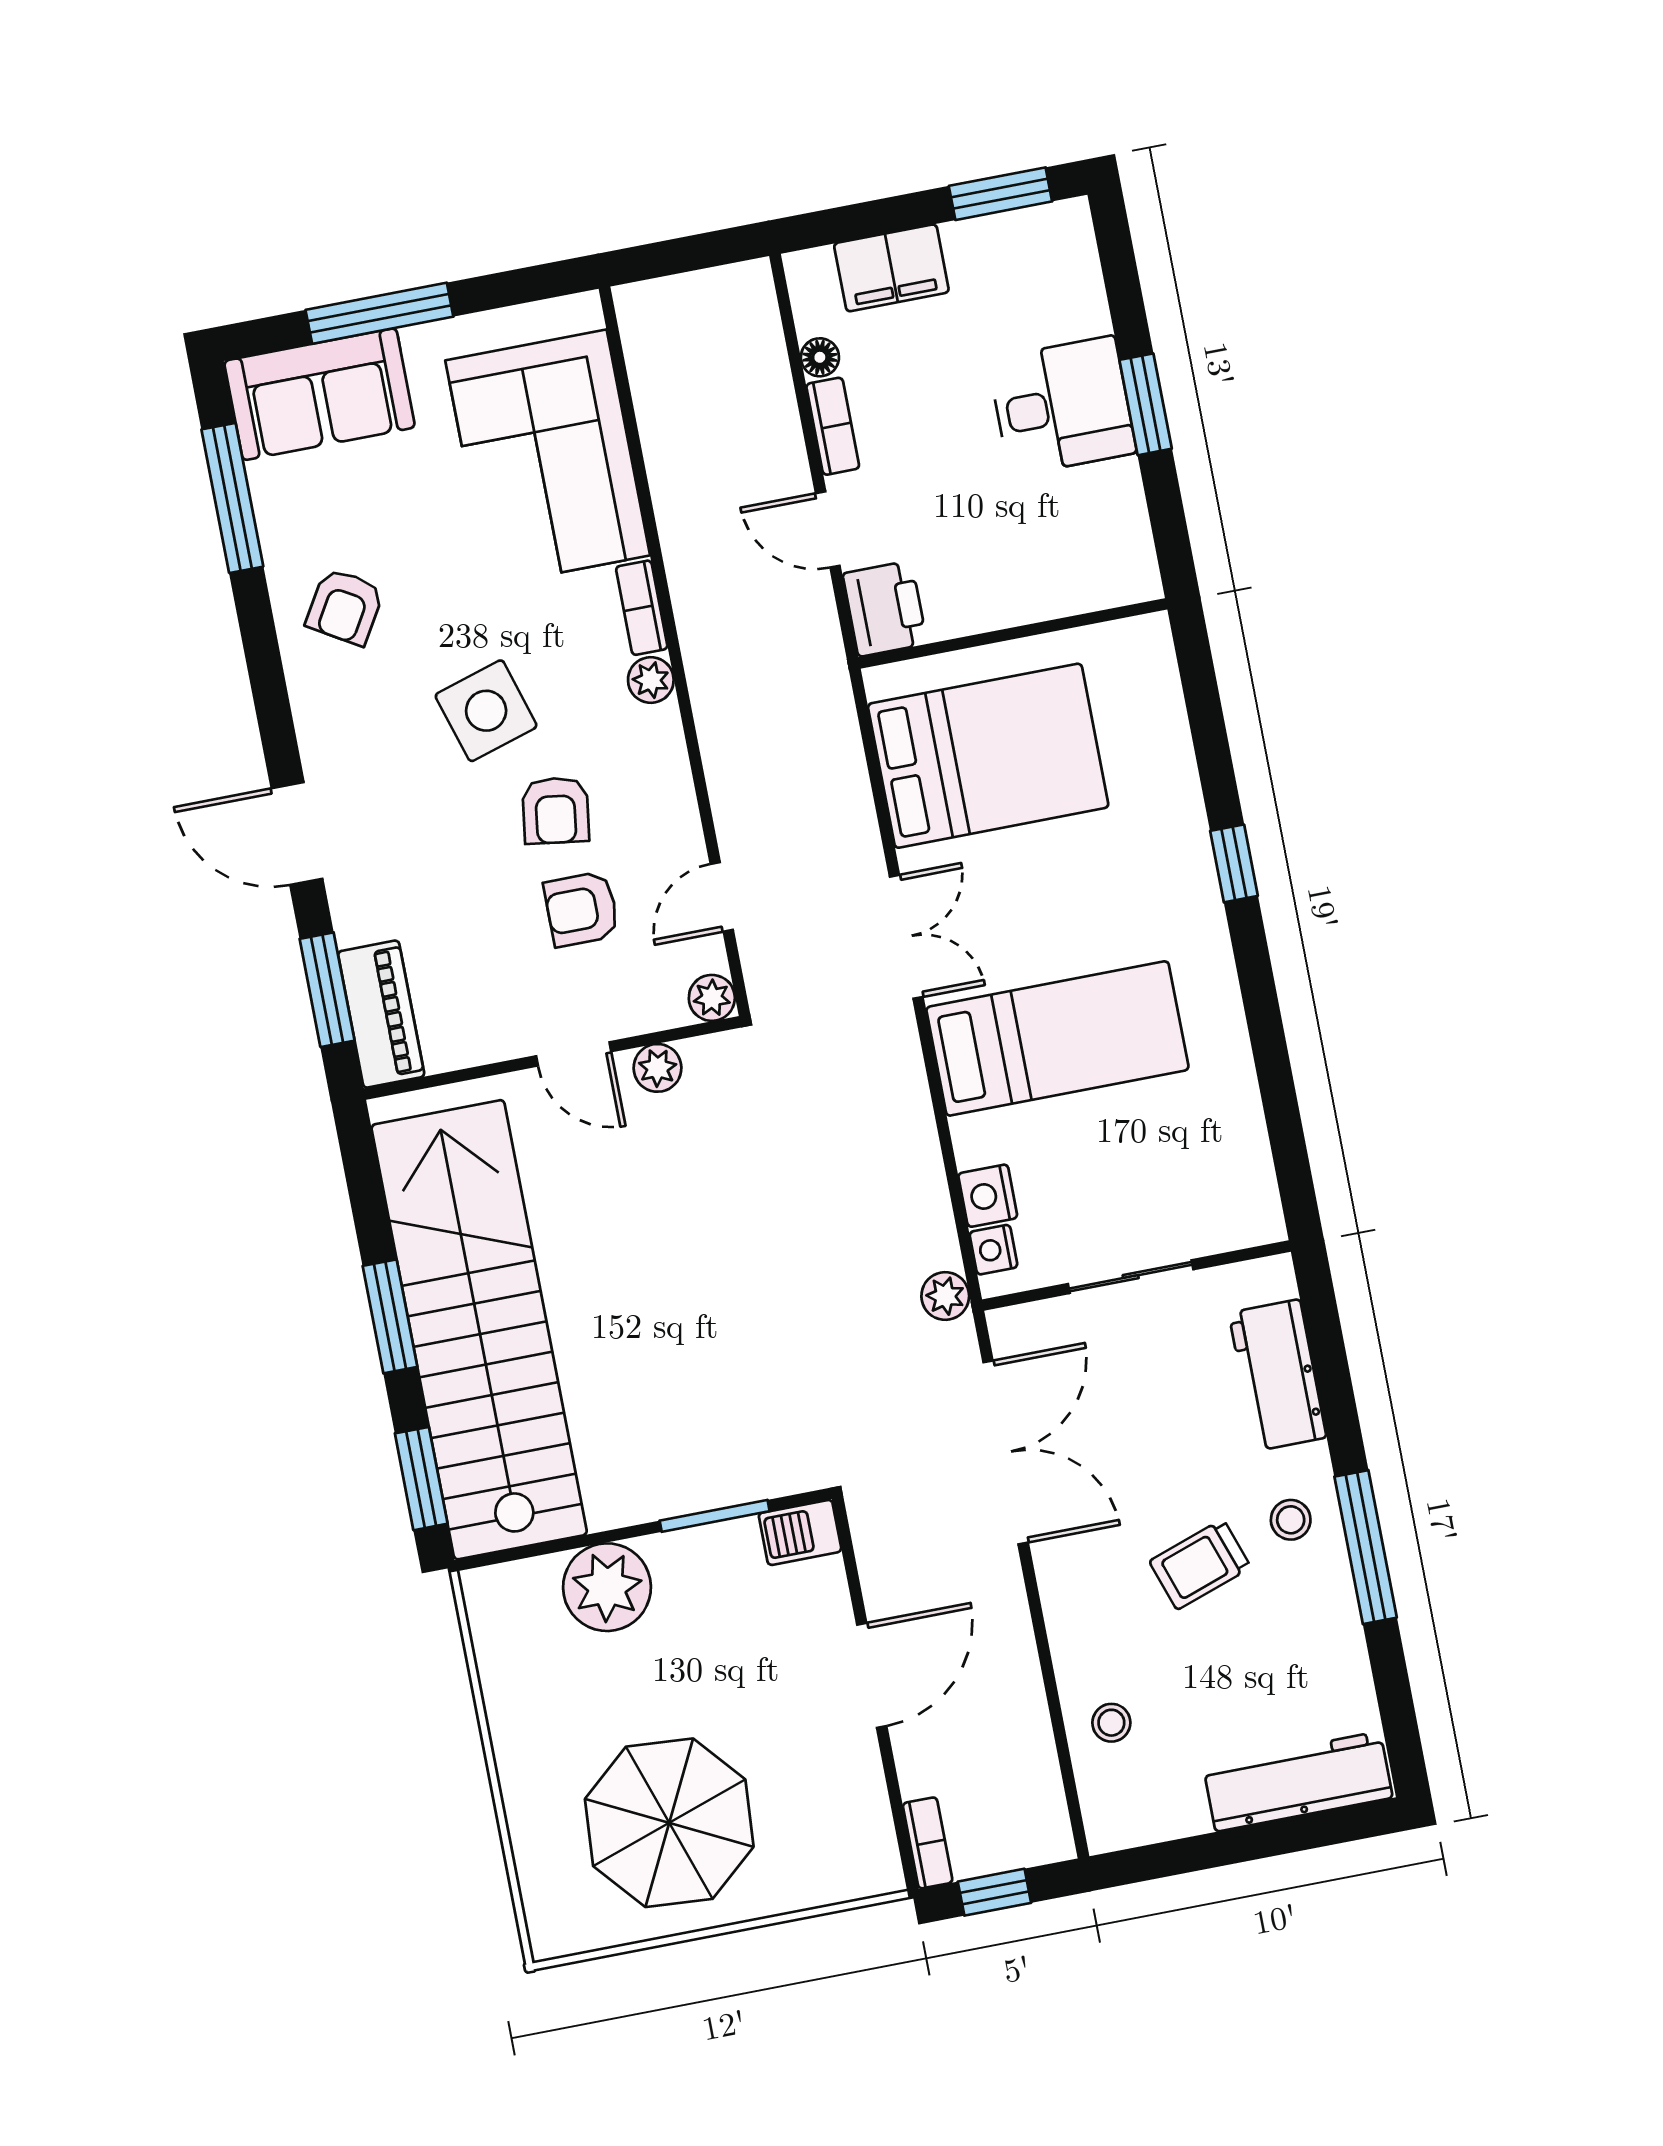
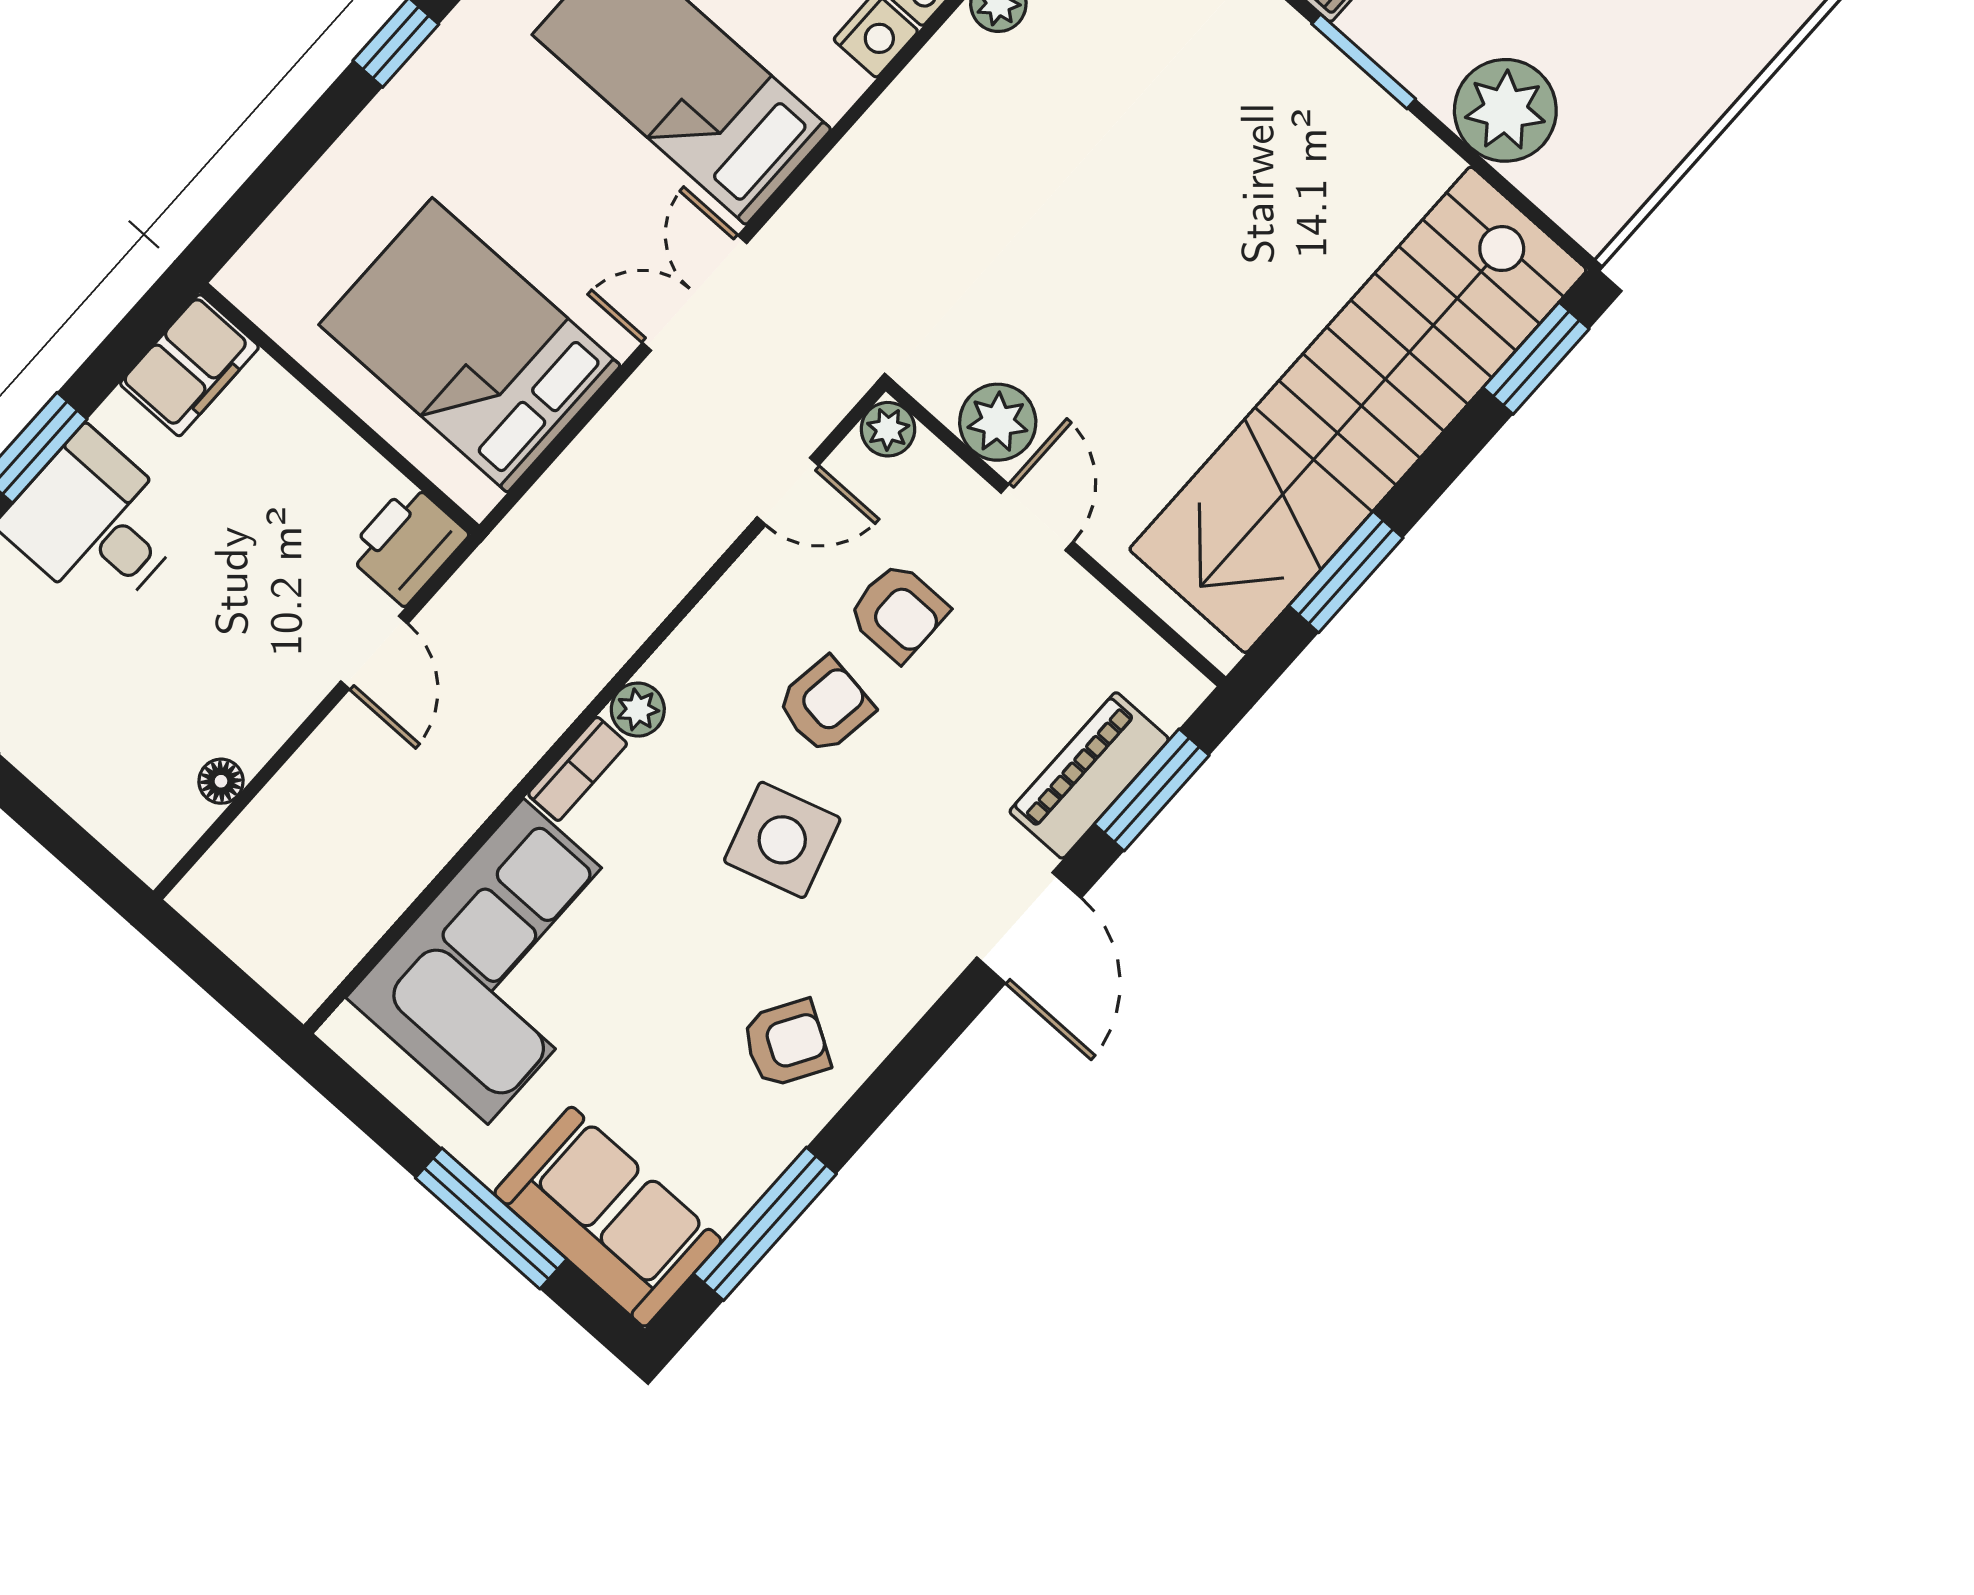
filing cabinet: (891, 268) -> (189, 365), moved, turned 90
bookcase: (833, 426) -> (276, 721), removed
piano: (381, 1014) -> (1089, 775), moved
plant: (657, 1068) -> (998, 422), width x1.38, depth x1.38
window: (390, 1316) -> (1346, 572), moved

